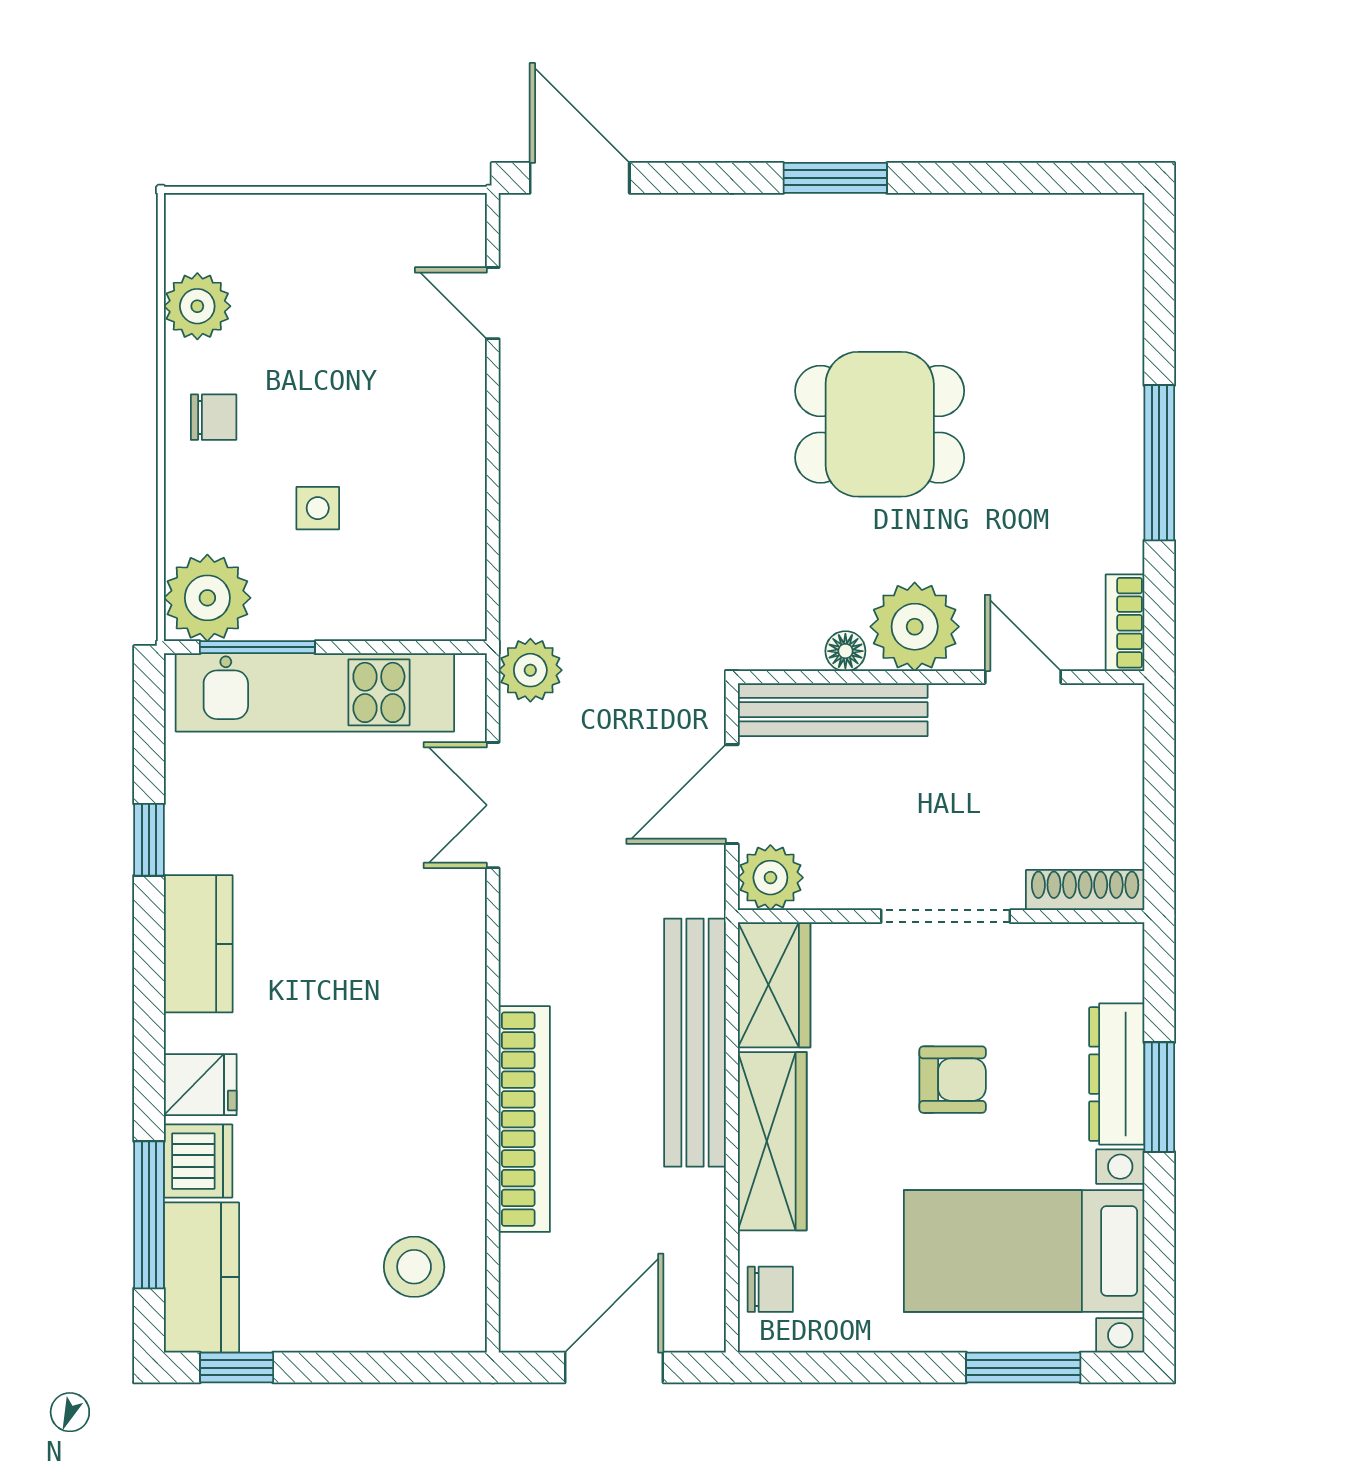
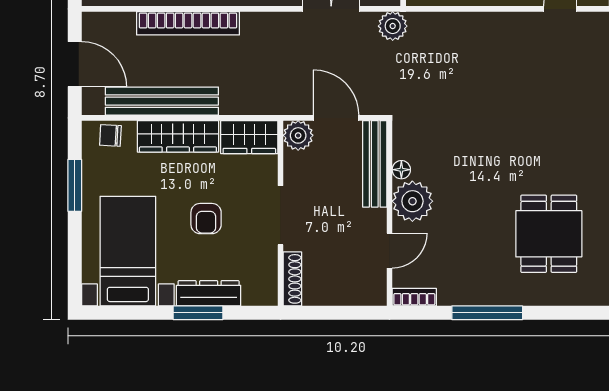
dining table: (880, 424) -> (549, 234), moved
bench: (695, 1043) -> (162, 101), moved
chair: (770, 1289) -> (110, 135), turned 93
window: (1023, 1368) -> (75, 185), moved

